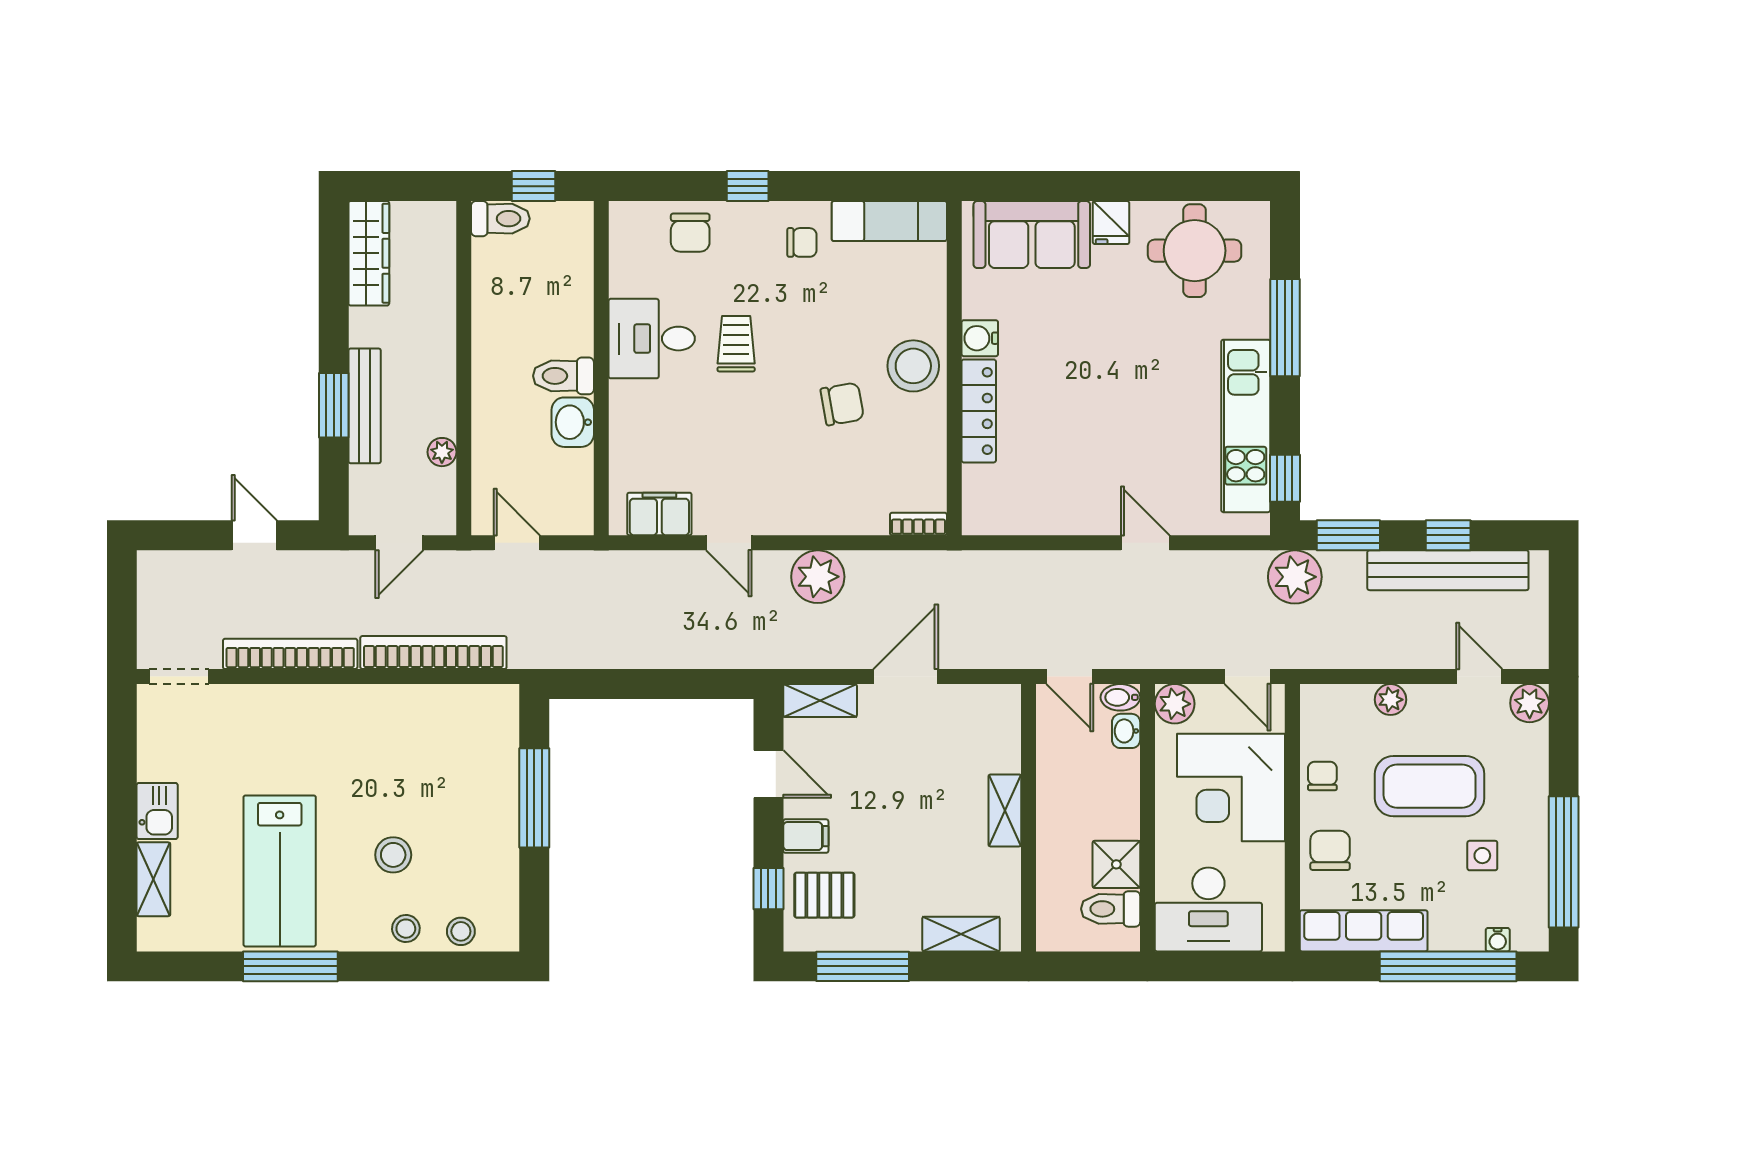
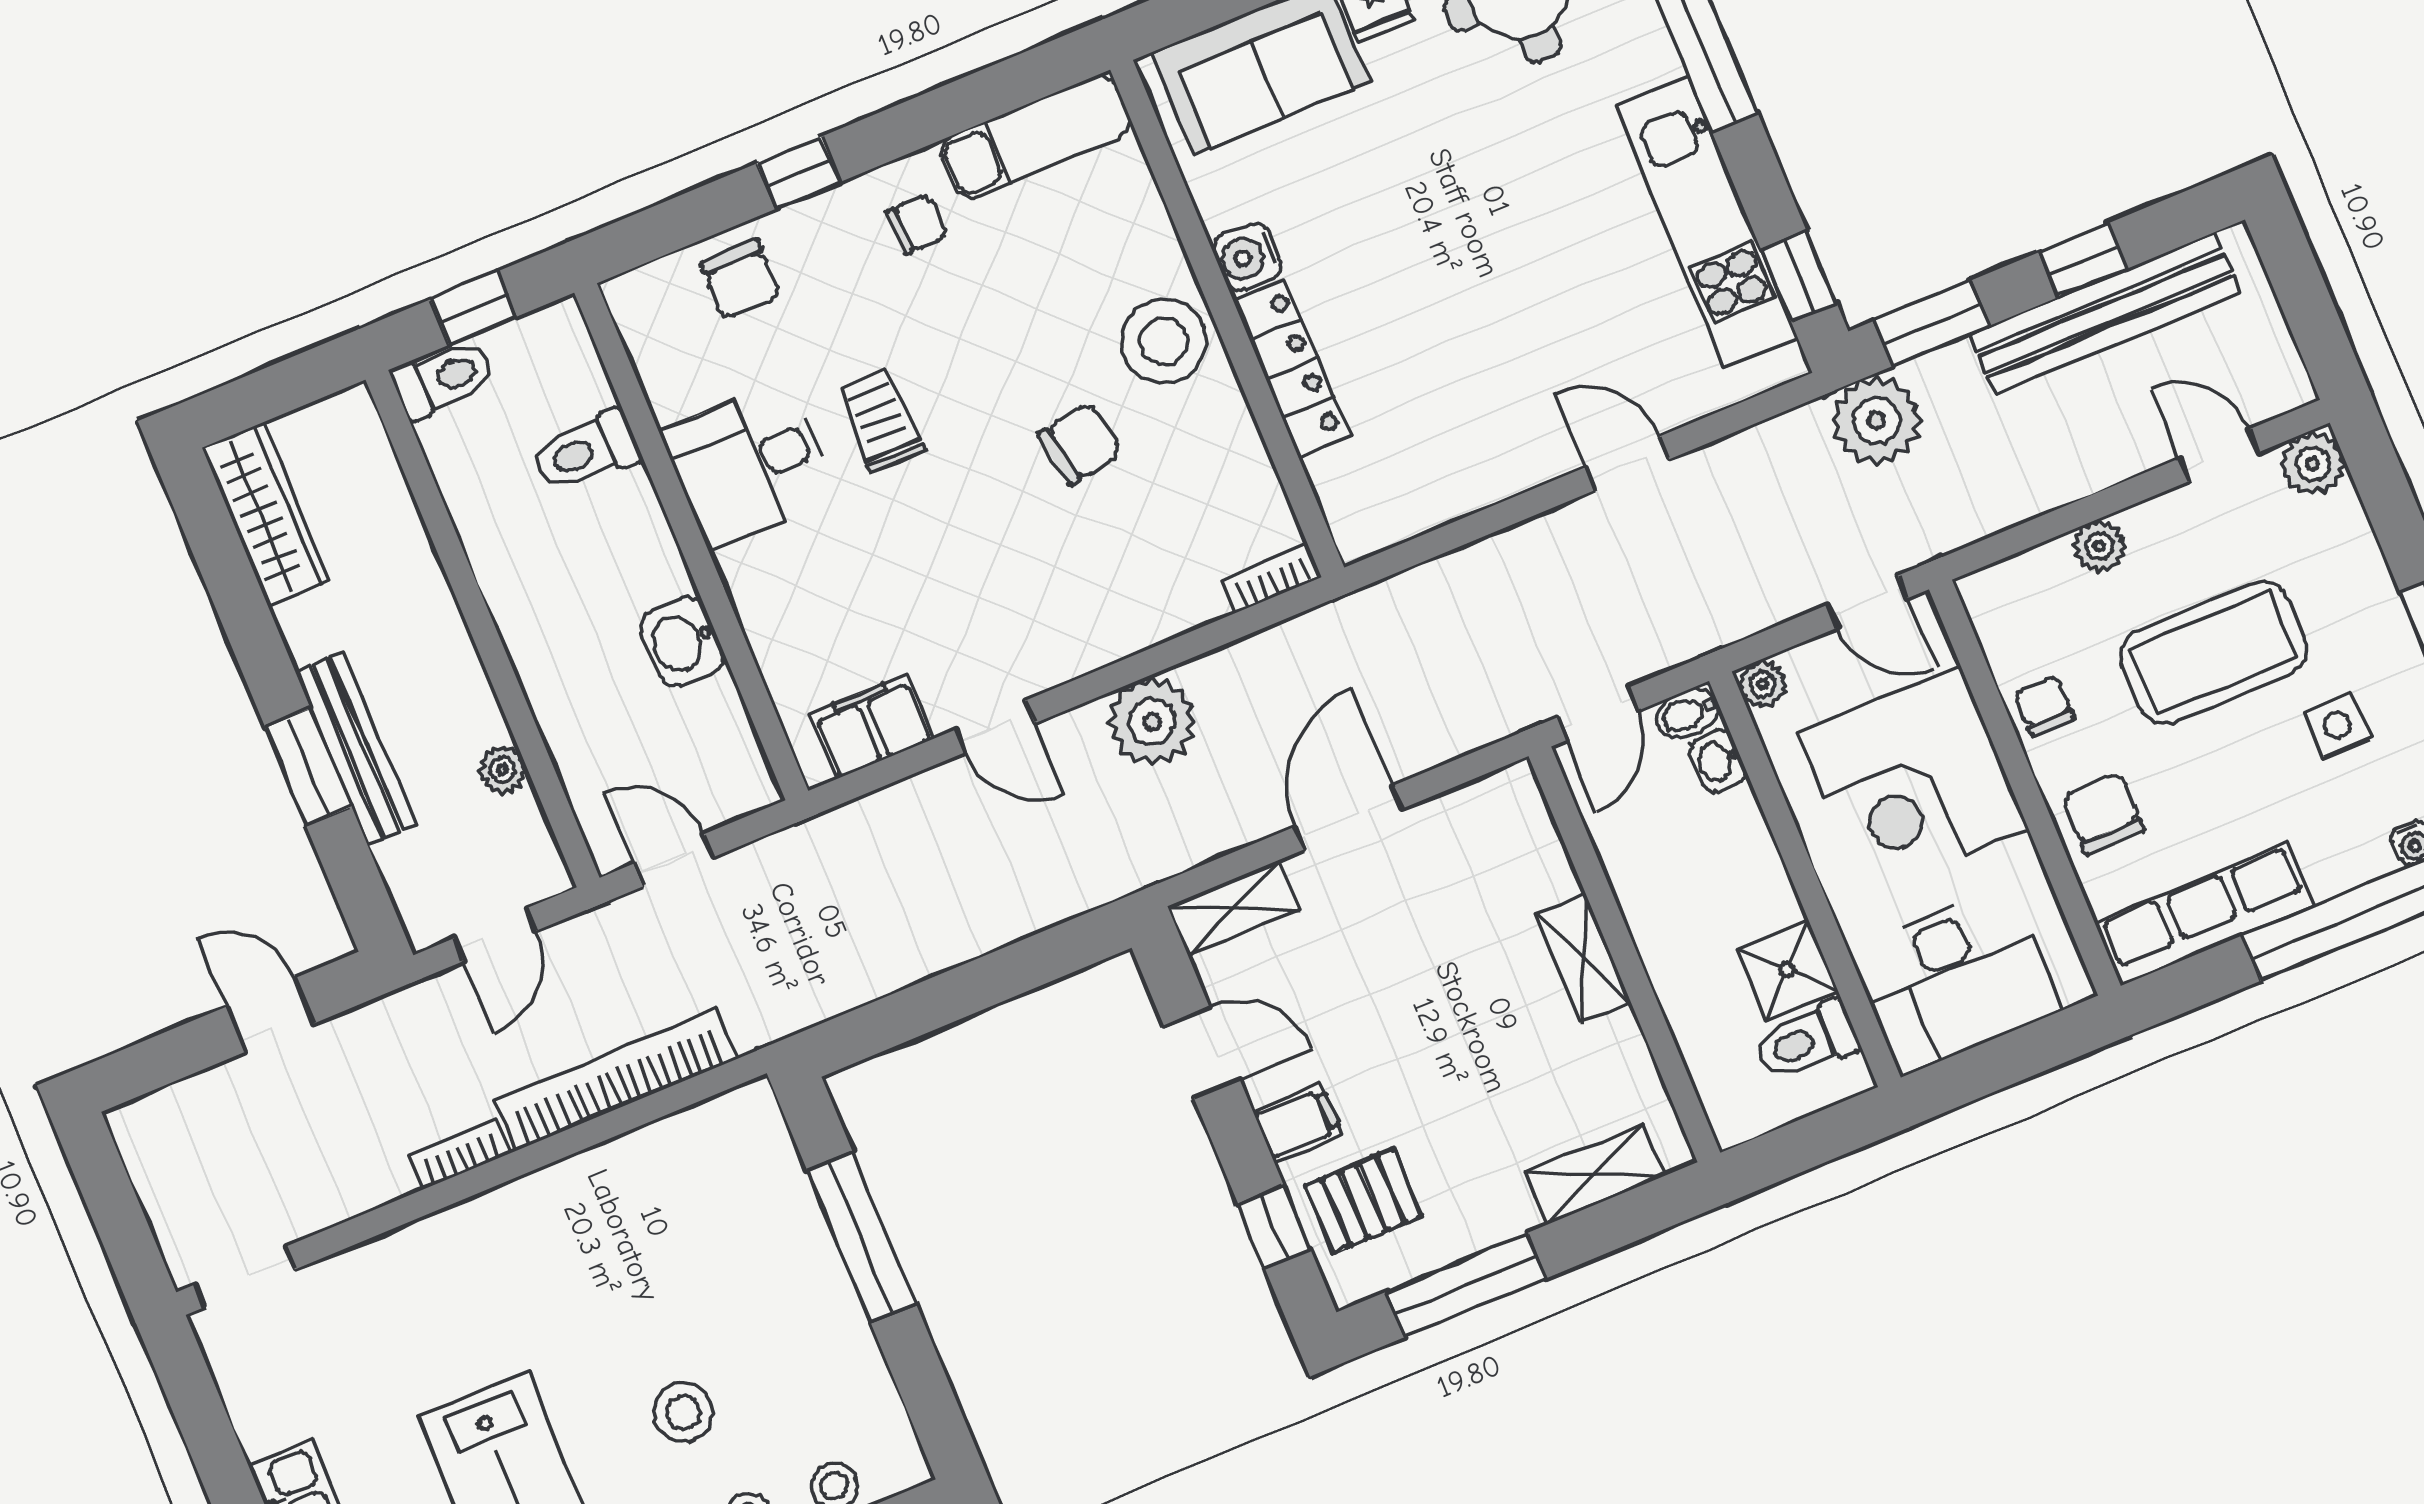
toilet: (563, 376) -> (586, 451), moved
bookcase: (290, 654) -> (460, 1154), width x0.43, depth x0.76
door: (1070, 677) -> (1598, 714), hinge flipped
plant: (1175, 704) -> (1763, 684), width x0.73, depth x0.73

